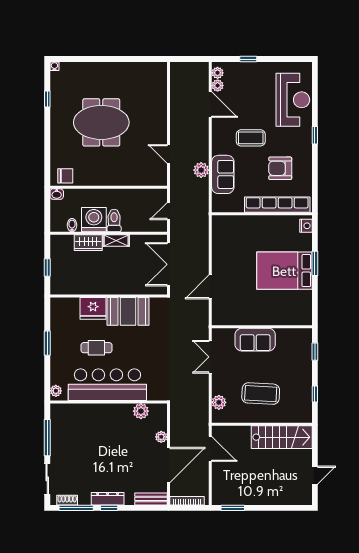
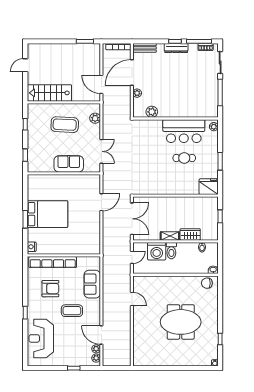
plant: (201, 170) -> (108, 287), removed
washing machine: (94, 220) -> (157, 251), moved
fridge: (93, 308) -> (209, 187), moved
booth: (128, 311) -> (161, 184), removed
bar counter: (107, 385) -> (184, 131), width x0.73

